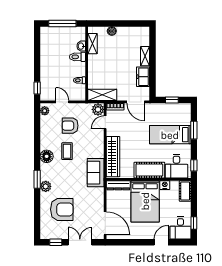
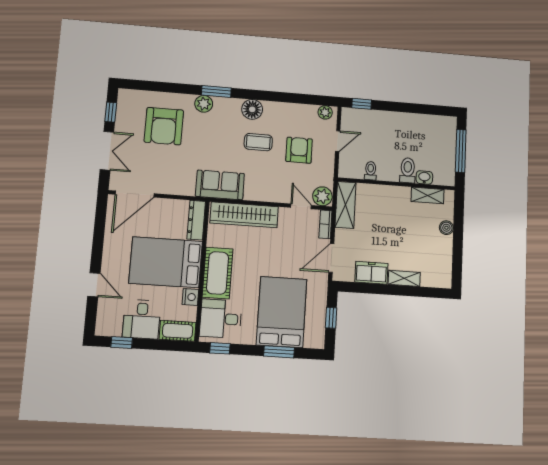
bed: (170, 135) -> (282, 312), width x1.50
desk: (180, 228) -> (142, 319), moved, turned -90

